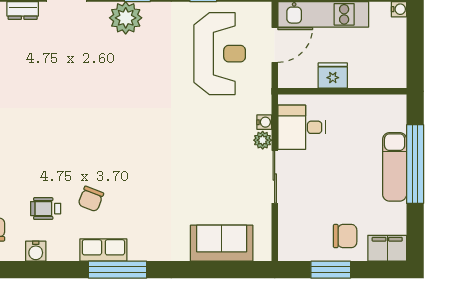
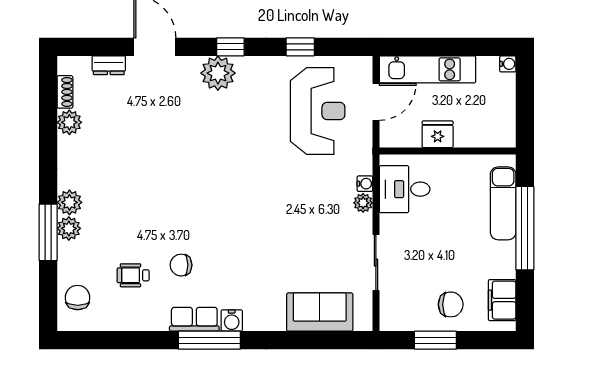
exam couch: (395, 167) -> (503, 203), moved
sliding door: (275, 177) -> (376, 263), moved
chair: (91, 199) -> (181, 265), turned 69
filing cabinet: (387, 248) -> (502, 300), moved, turned -90
water cooler: (36, 251) -> (232, 320), moved

